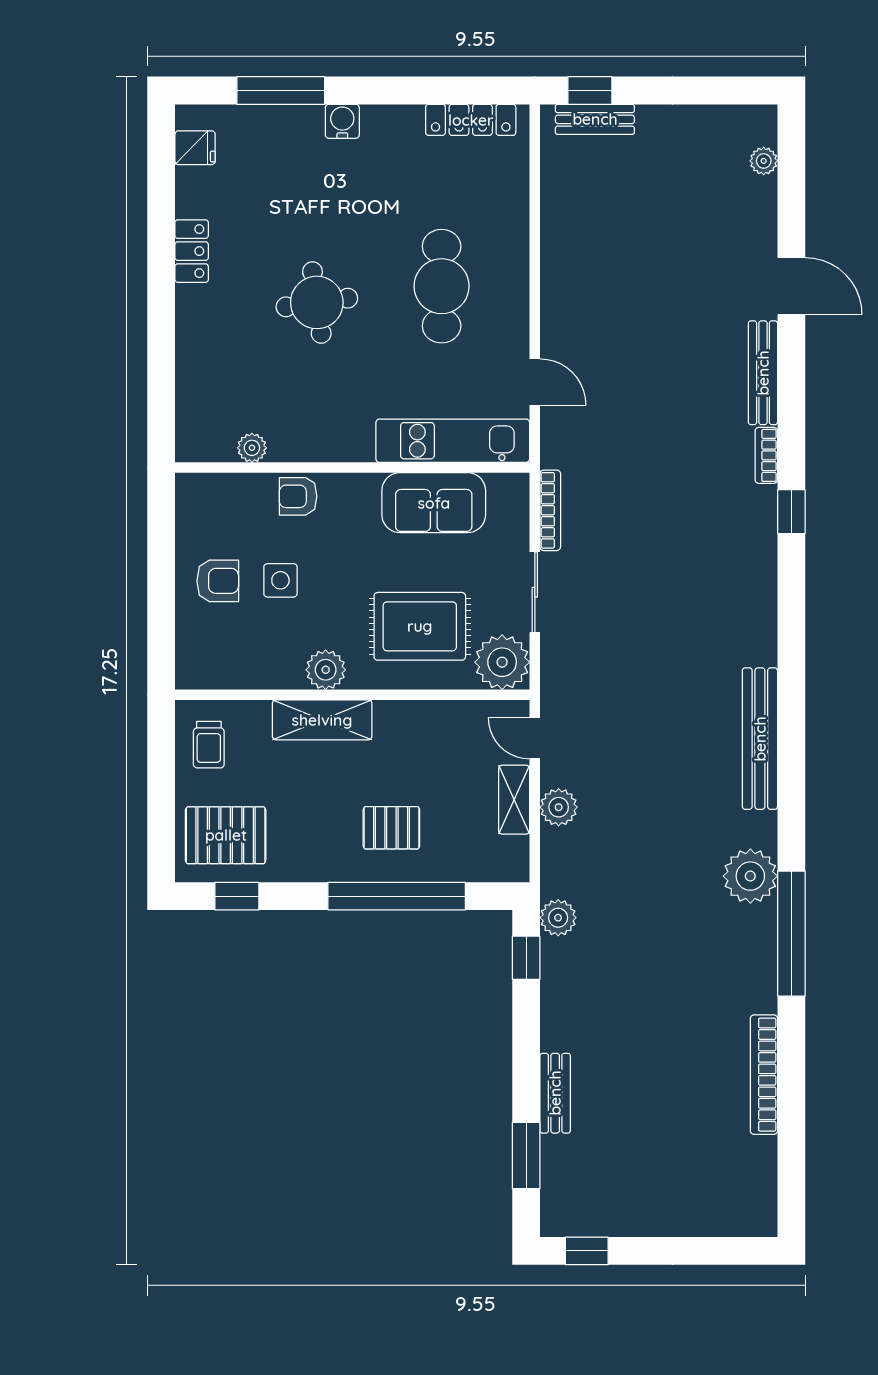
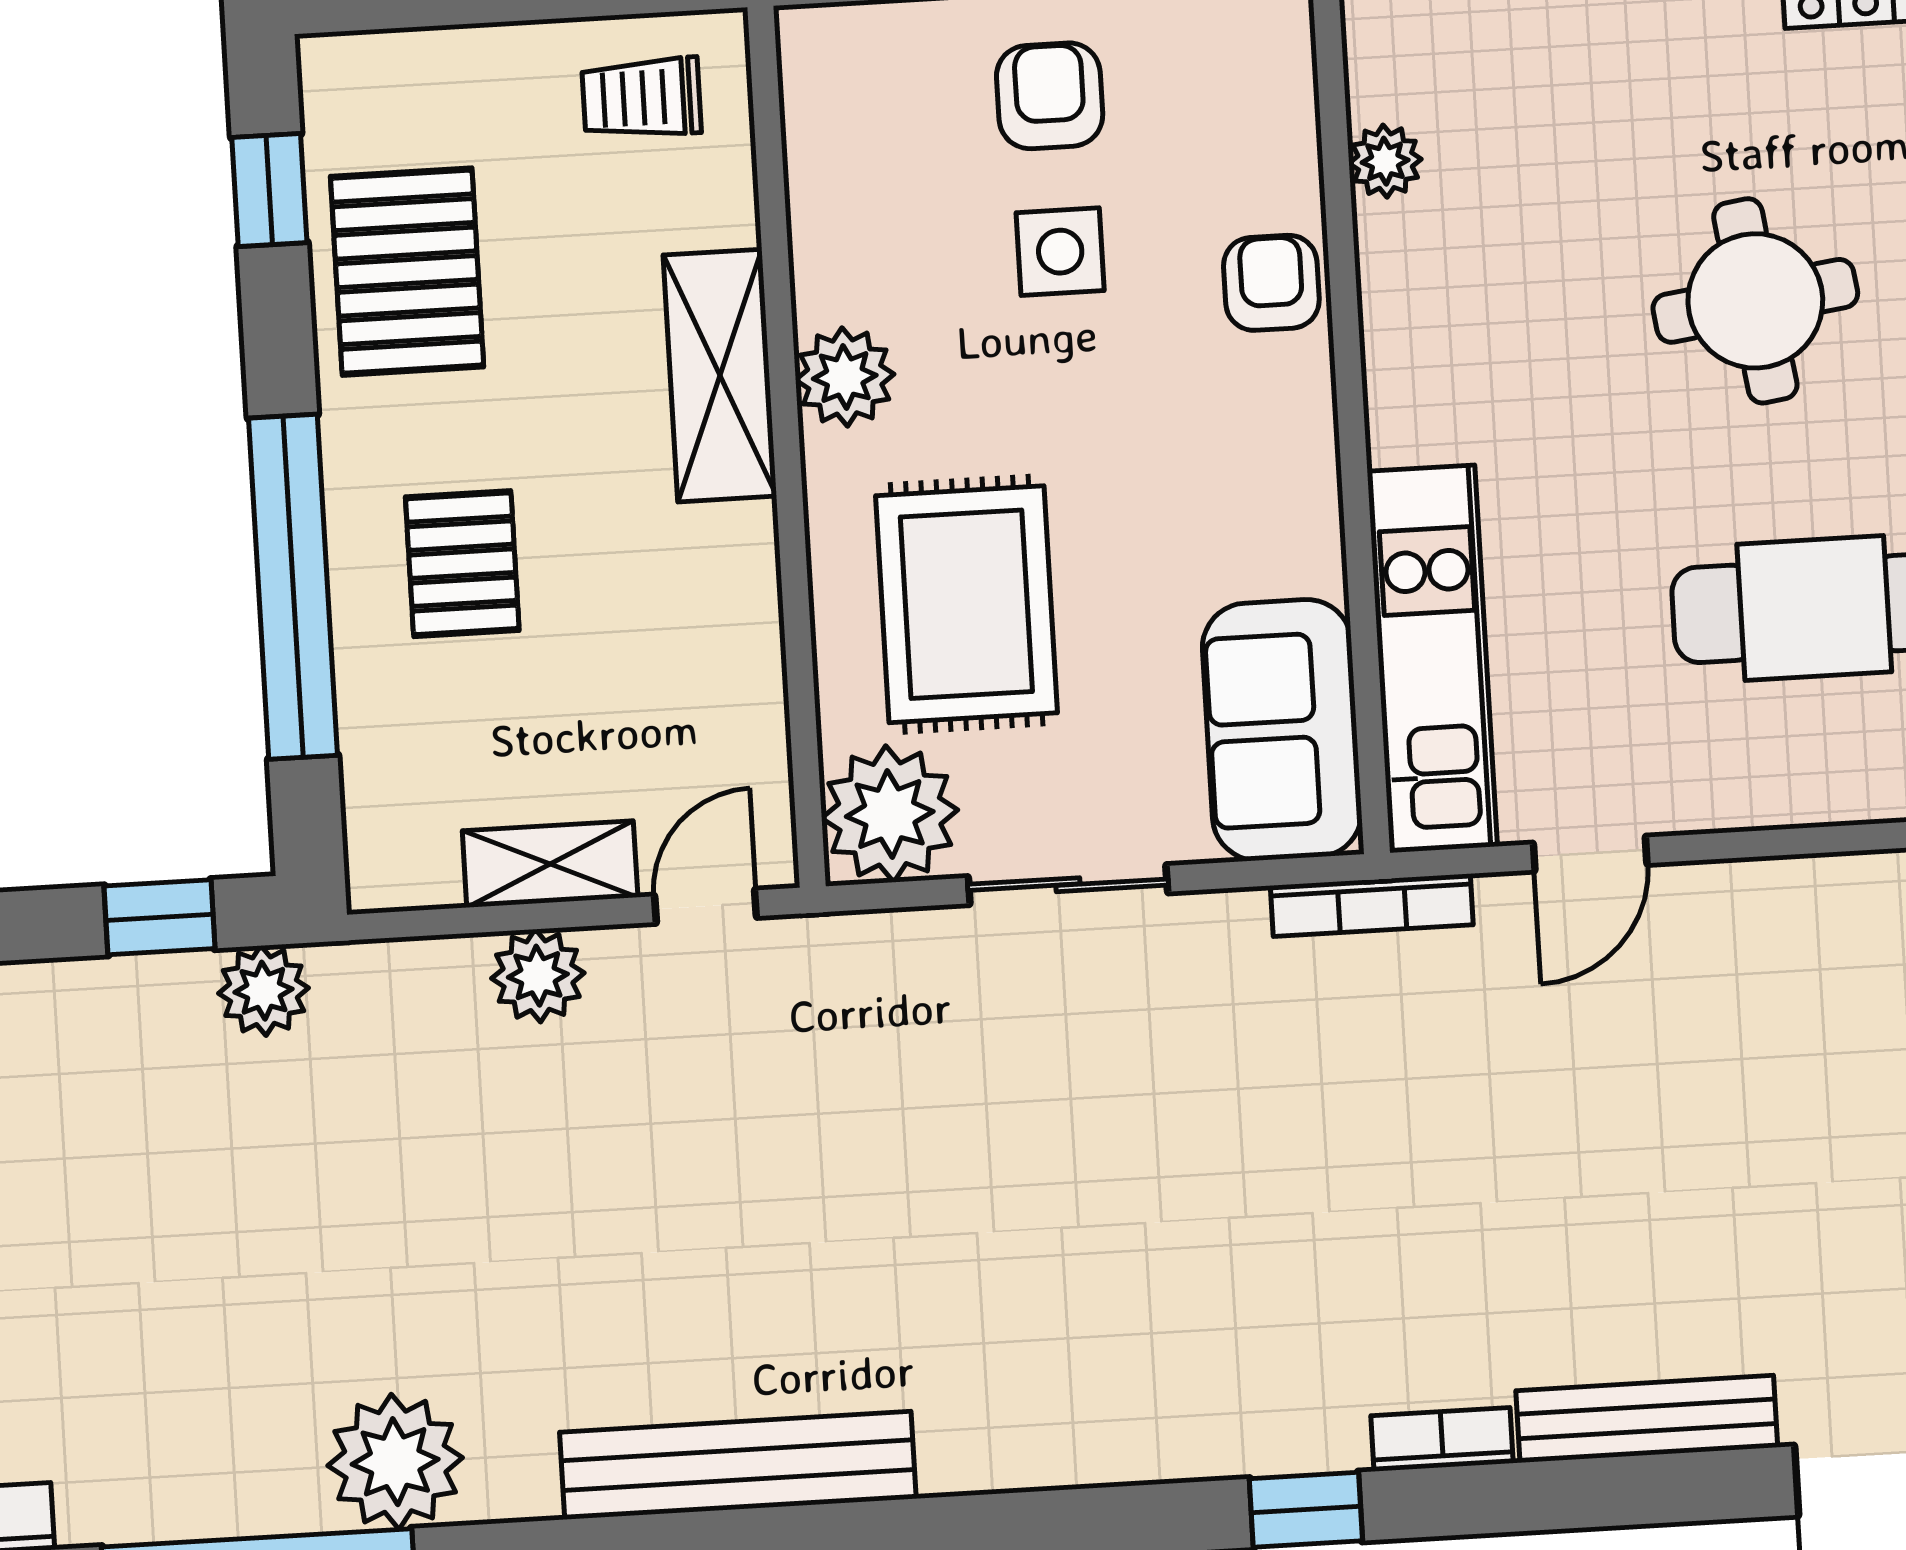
sofa: (434, 503) -> (1282, 730), moved
bookcase: (550, 510) -> (1372, 905), moved
armchair: (218, 581) -> (1050, 96), turned 180
pallet: (226, 835) -> (407, 272), moved

